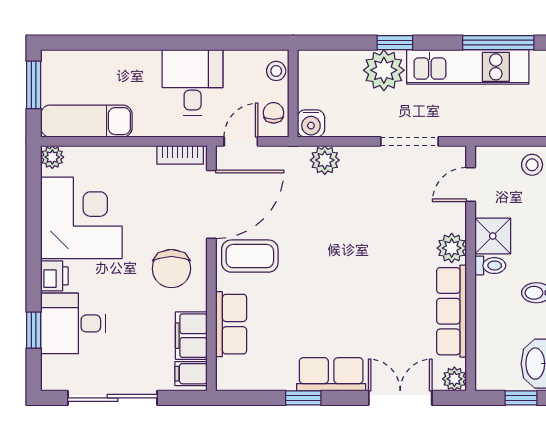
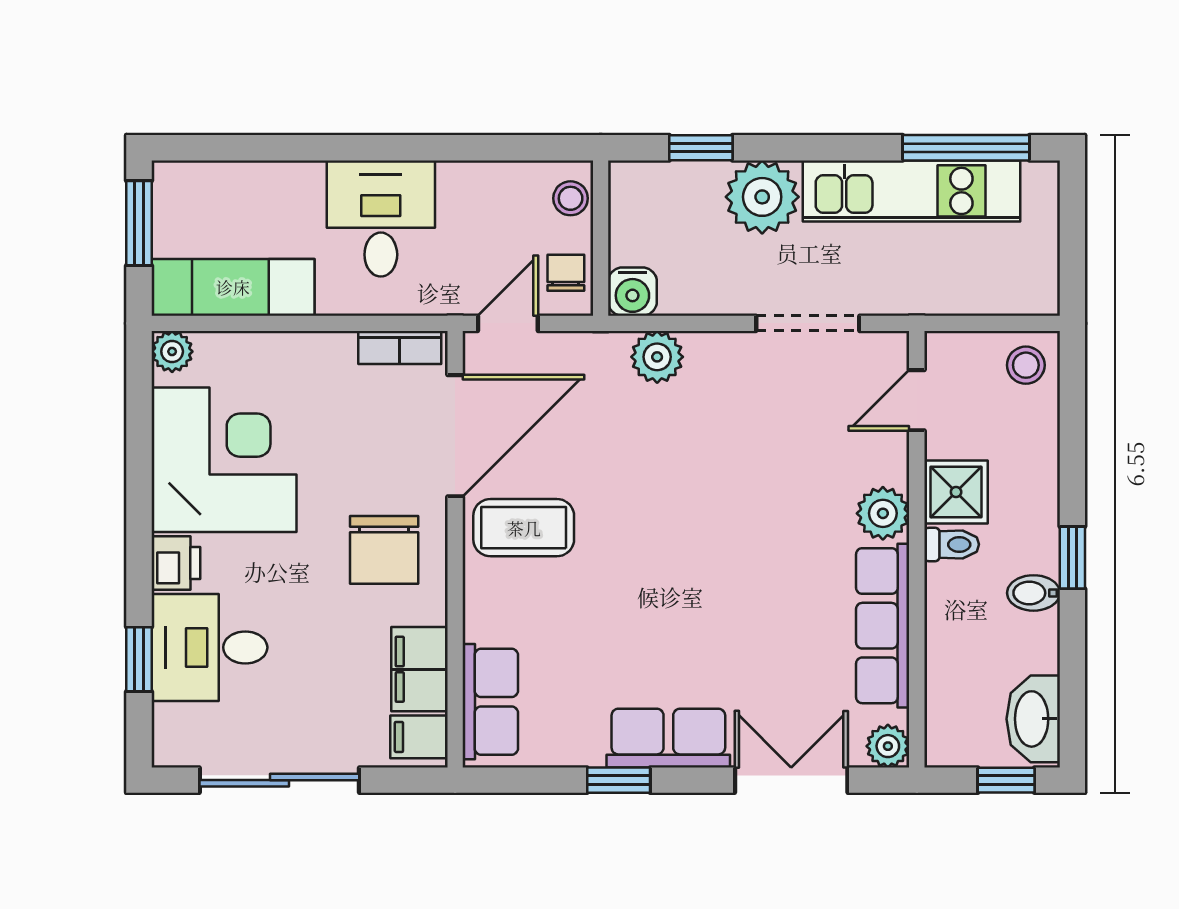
window: (395, 43) -> (701, 148), moved
desk: (193, 82) -> (381, 219), moved
row of seats: (231, 324) -> (490, 702), moved

